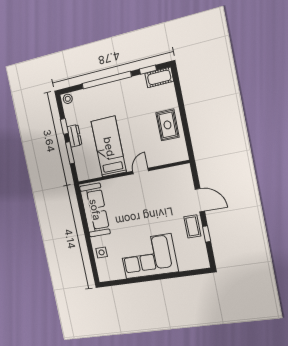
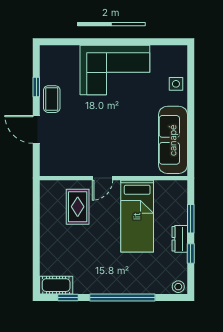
rug: (167, 125) -> (78, 207), moved

